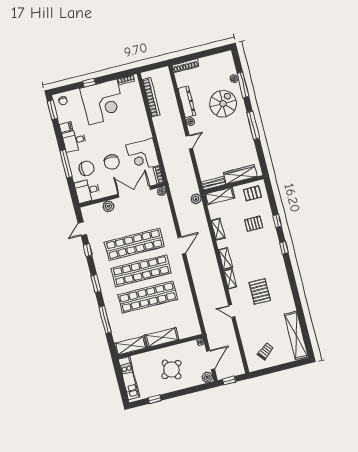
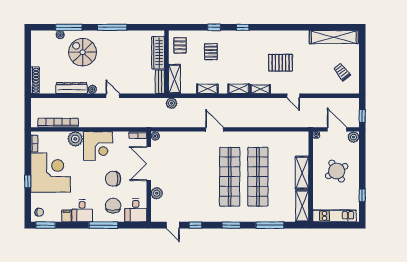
plant: (140, 117) -> (75, 139), added
corner desk: (143, 155) -> (98, 146), moved
chair: (112, 162) -> (113, 179), turned 180
shop shelf: (134, 244) -> (201, 177), removed
door: (232, 311) -> (293, 96), hinge flipped

